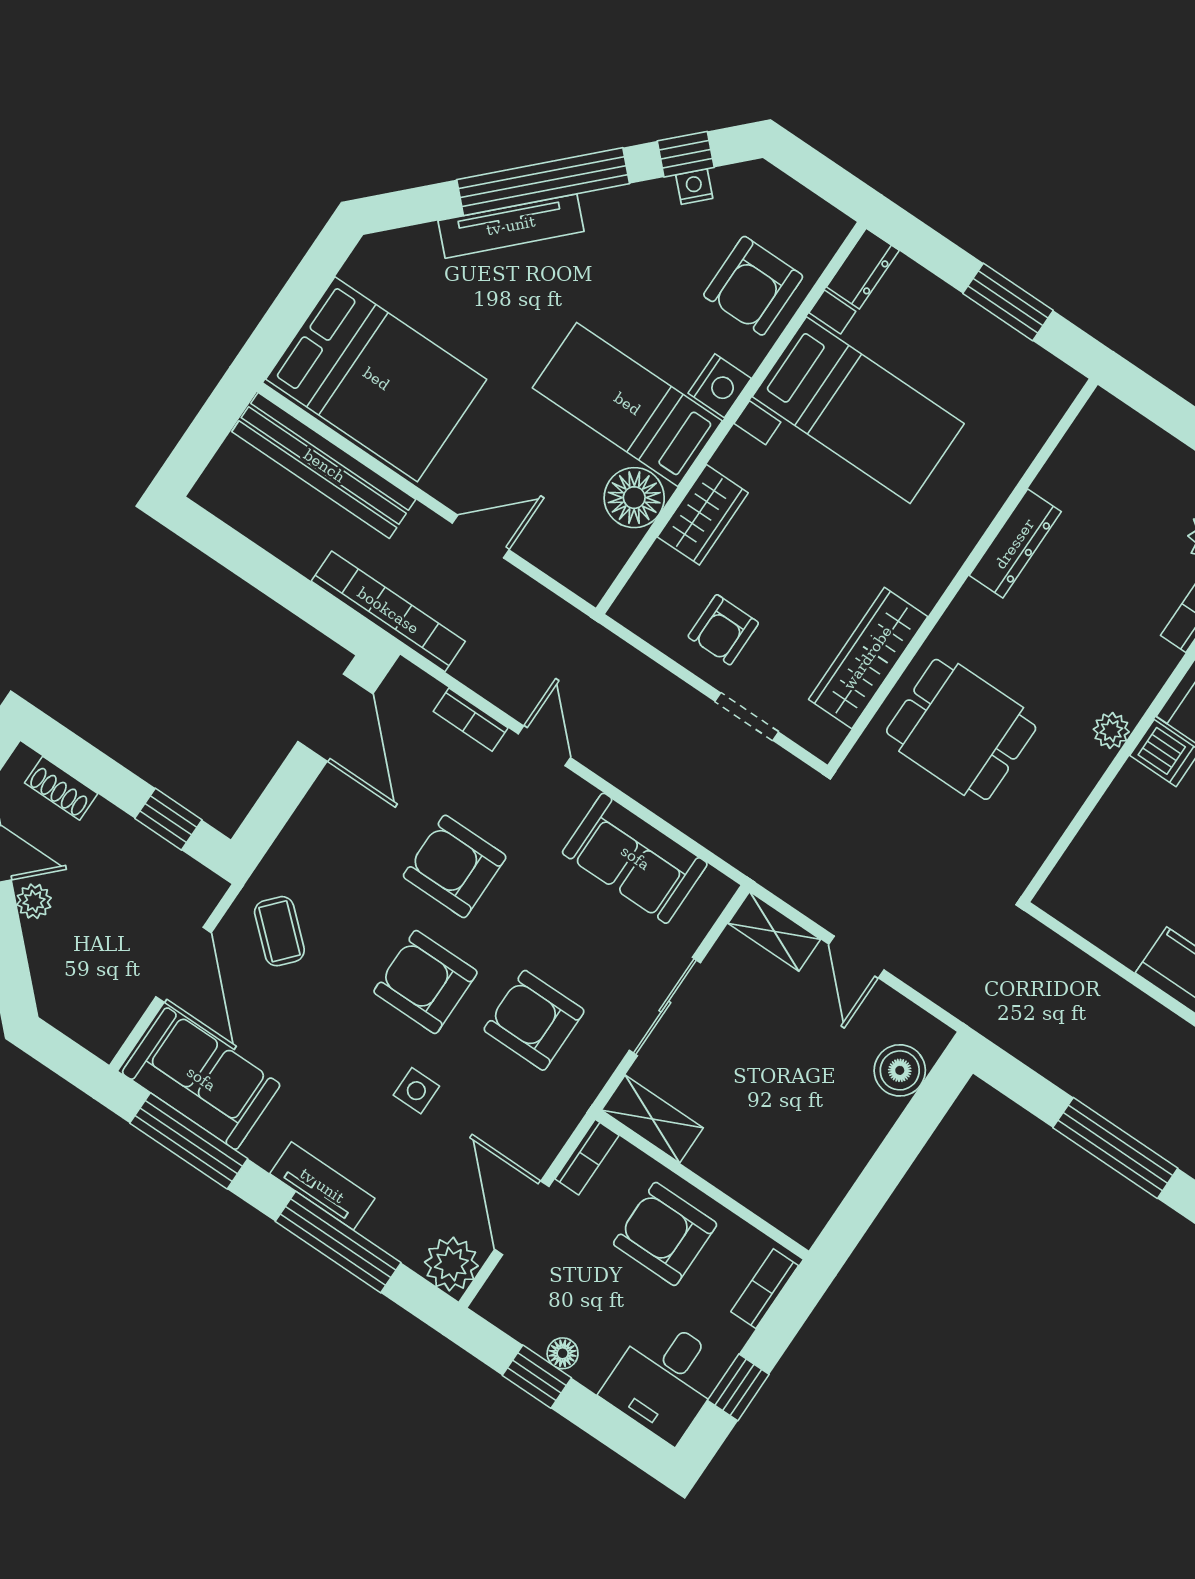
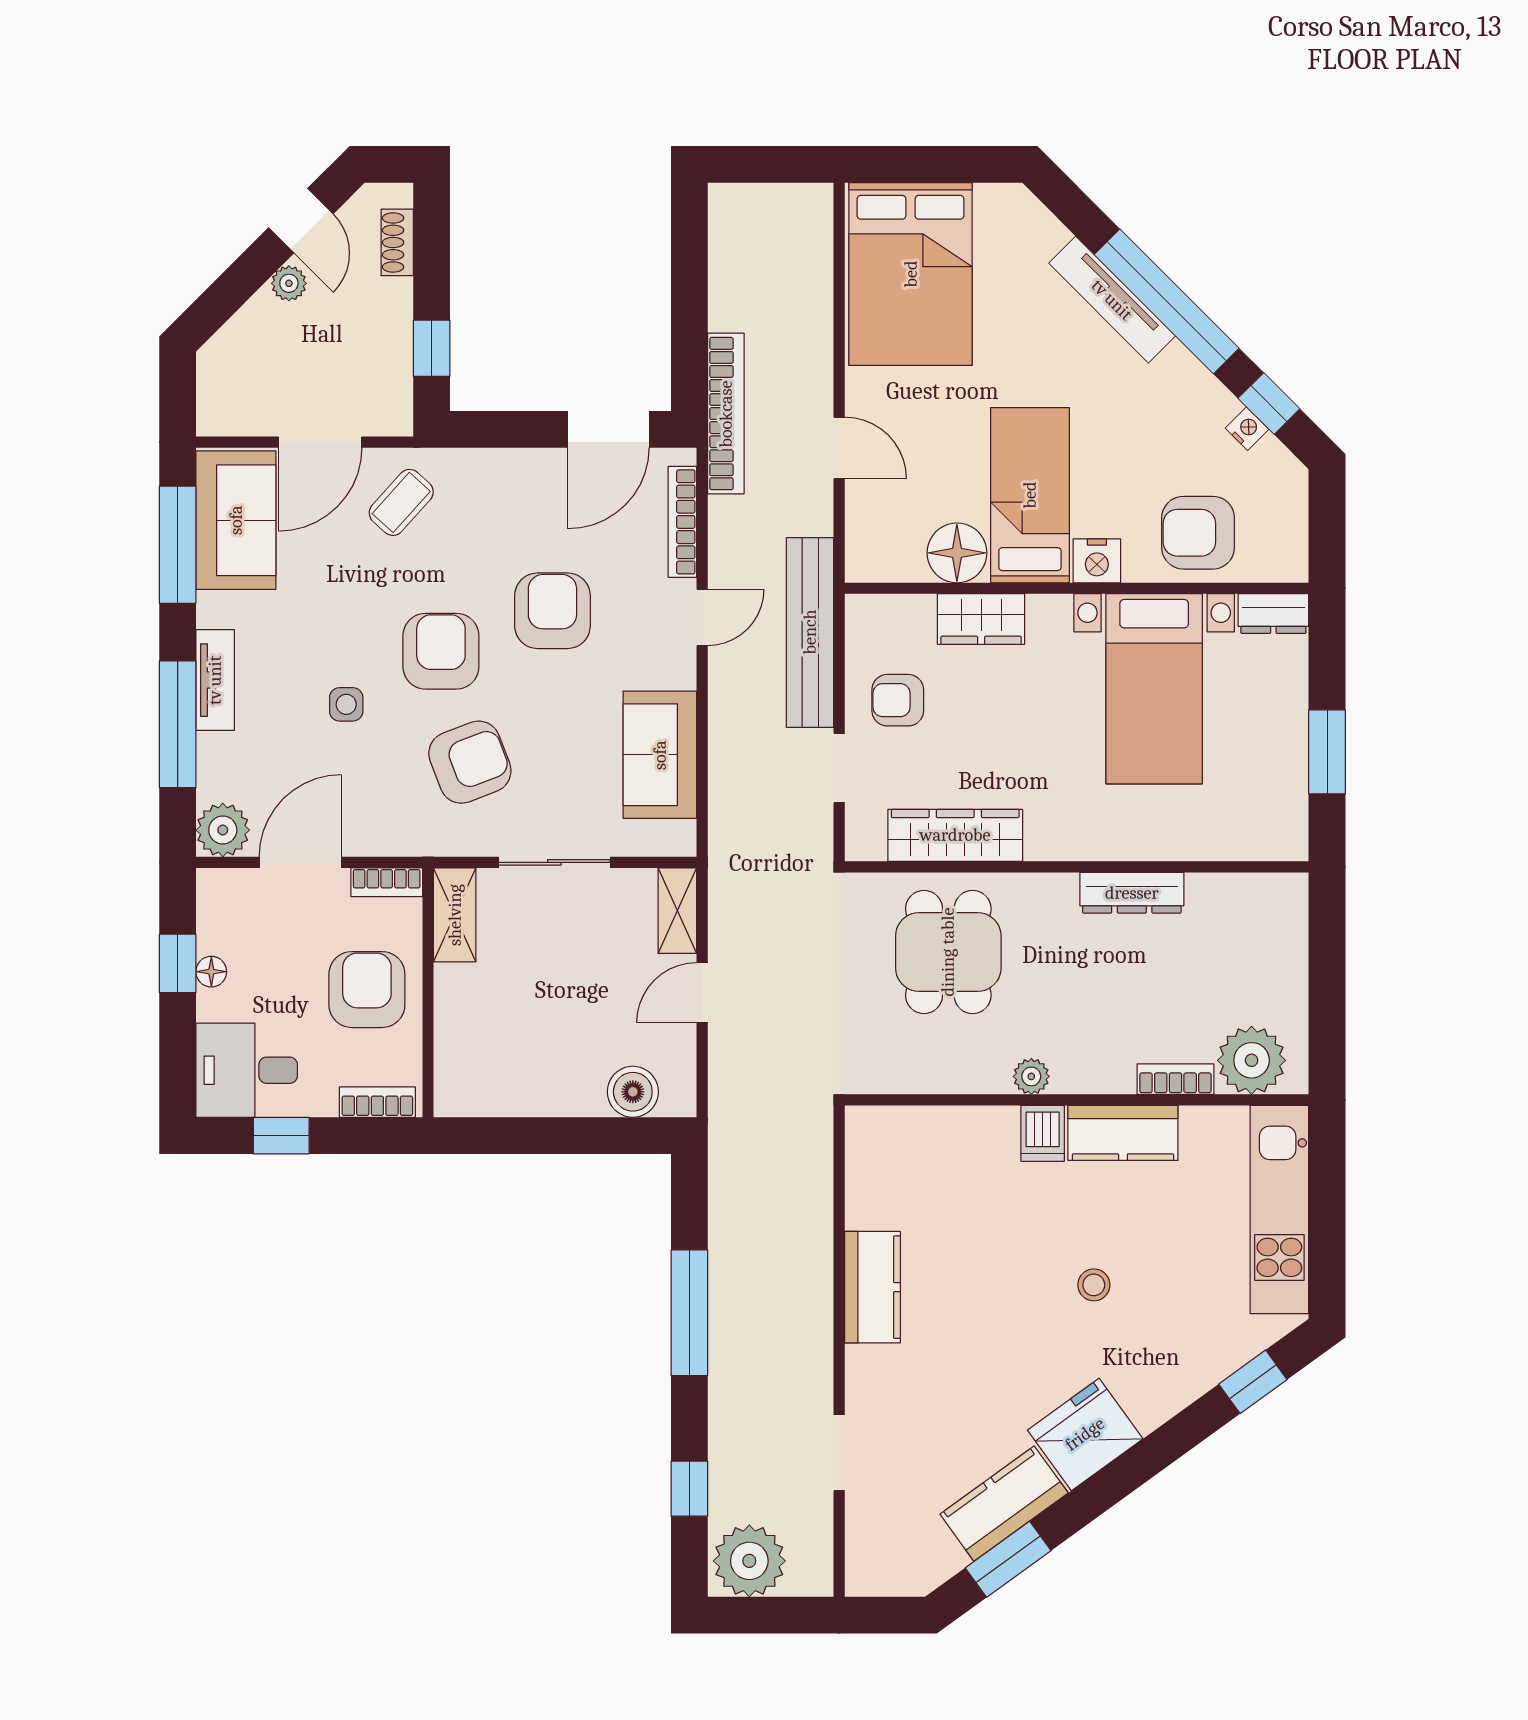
bench: (324, 466) -> (810, 632), moved
bookcase: (471, 720) -> (682, 522), width x1.56
armchair: (534, 1020) -> (470, 762), turned 69

